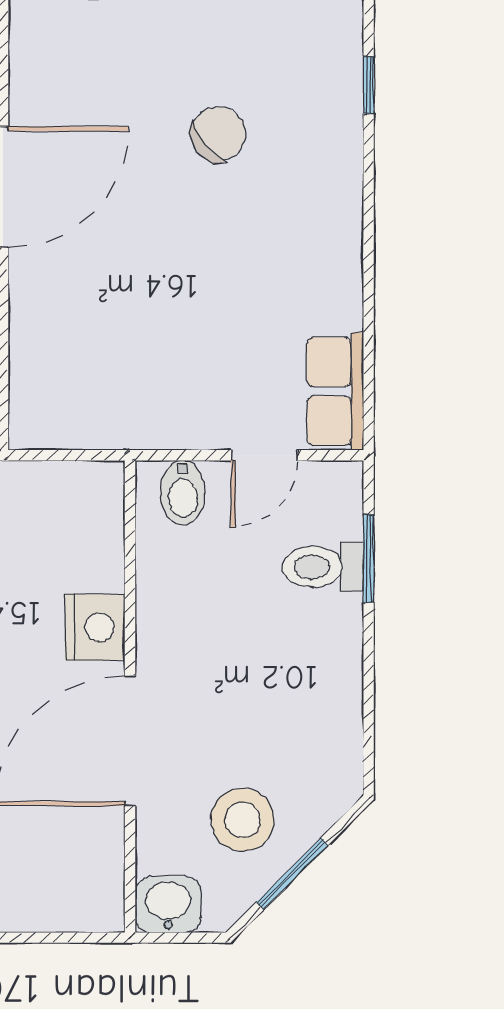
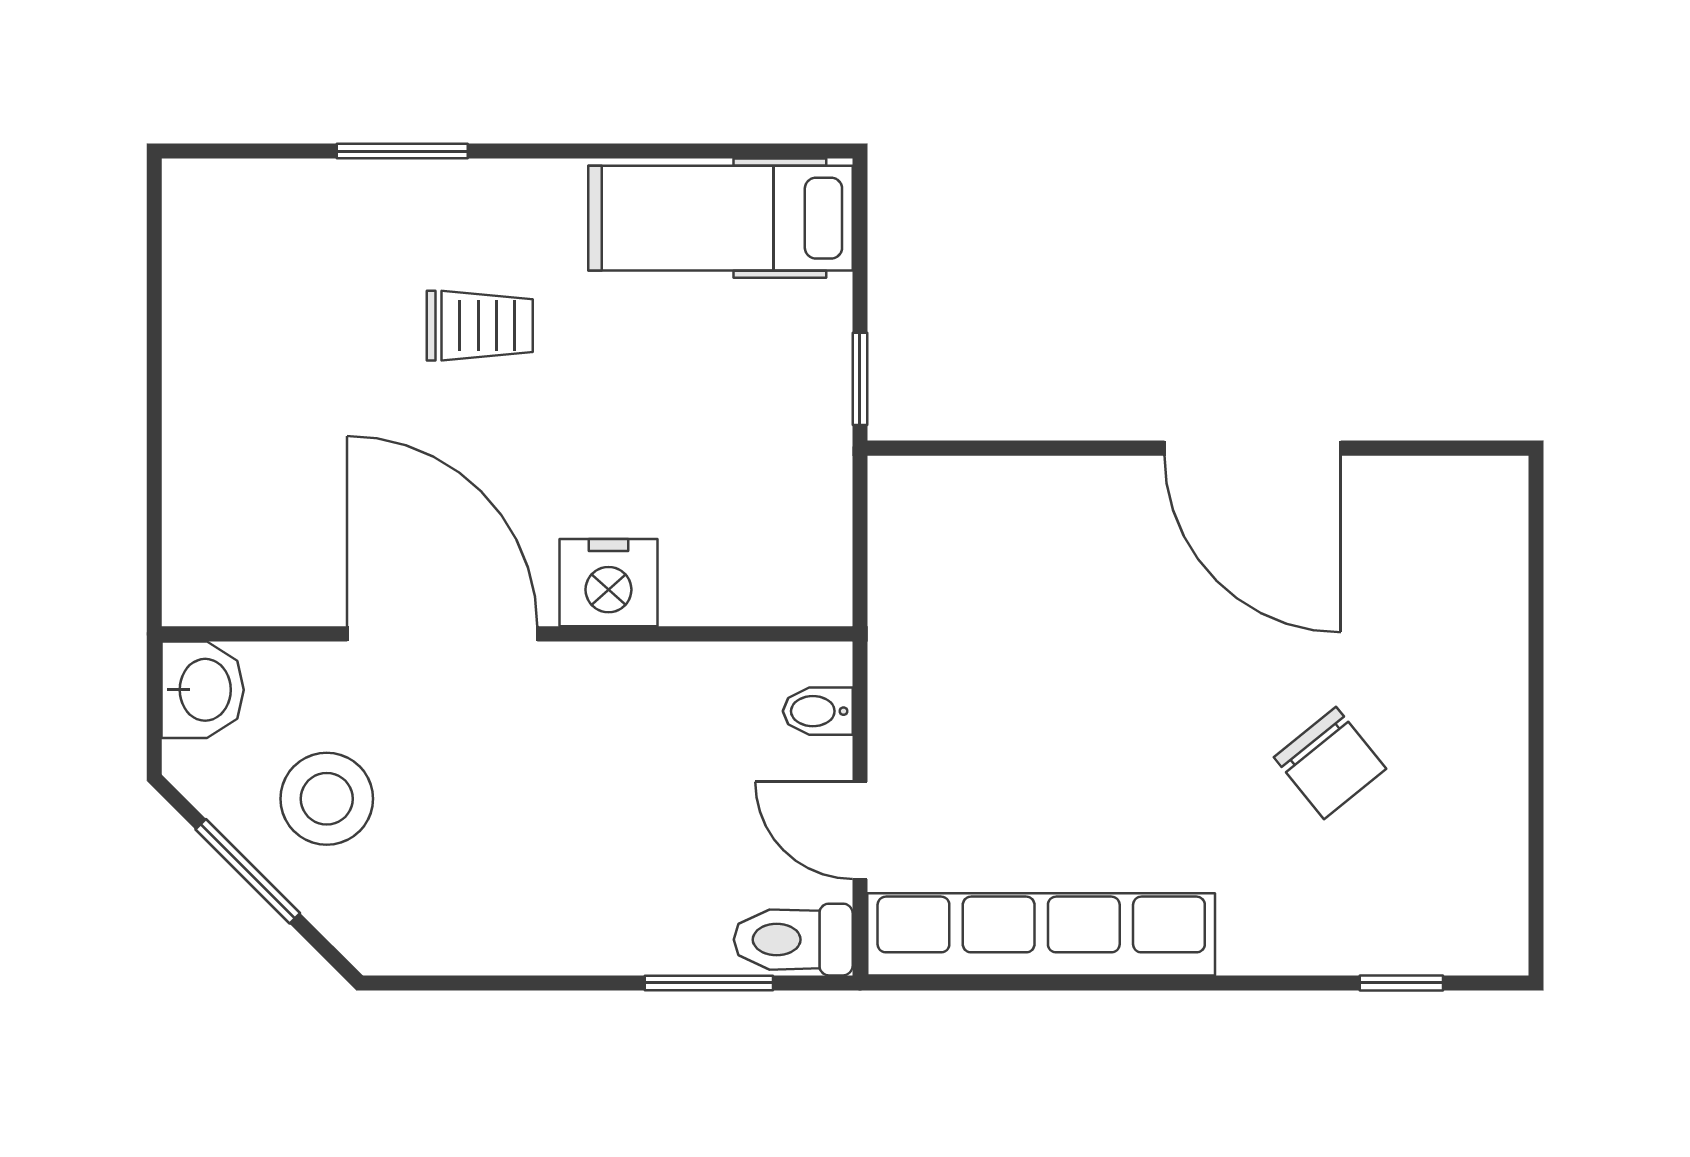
row of seats: (335, 391) -> (1041, 934), width x2.02
bidet: (183, 493) -> (818, 711), width x0.72, depth x0.74
toilet: (323, 567) -> (793, 940), moved, turned -90

